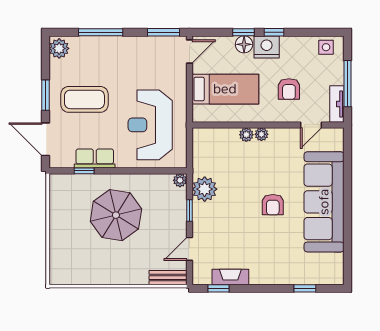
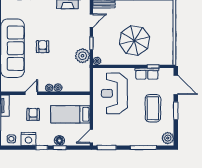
nightstand: (267, 47) -> (28, 139), moved
coffee table: (84, 99) -> (153, 108), turned 90
reception desk: (150, 125) -> (114, 93), turned 180
door: (311, 125) -> (31, 93), moved

